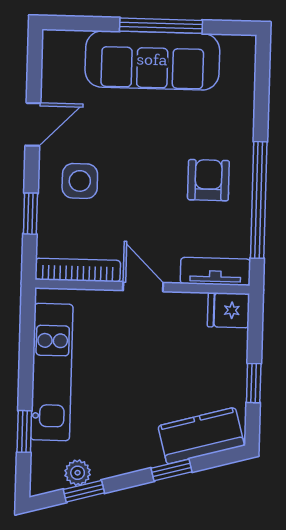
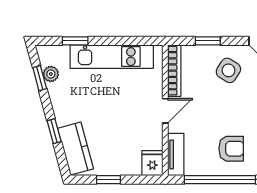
side table: (80, 181) -> (228, 70), turned 32

